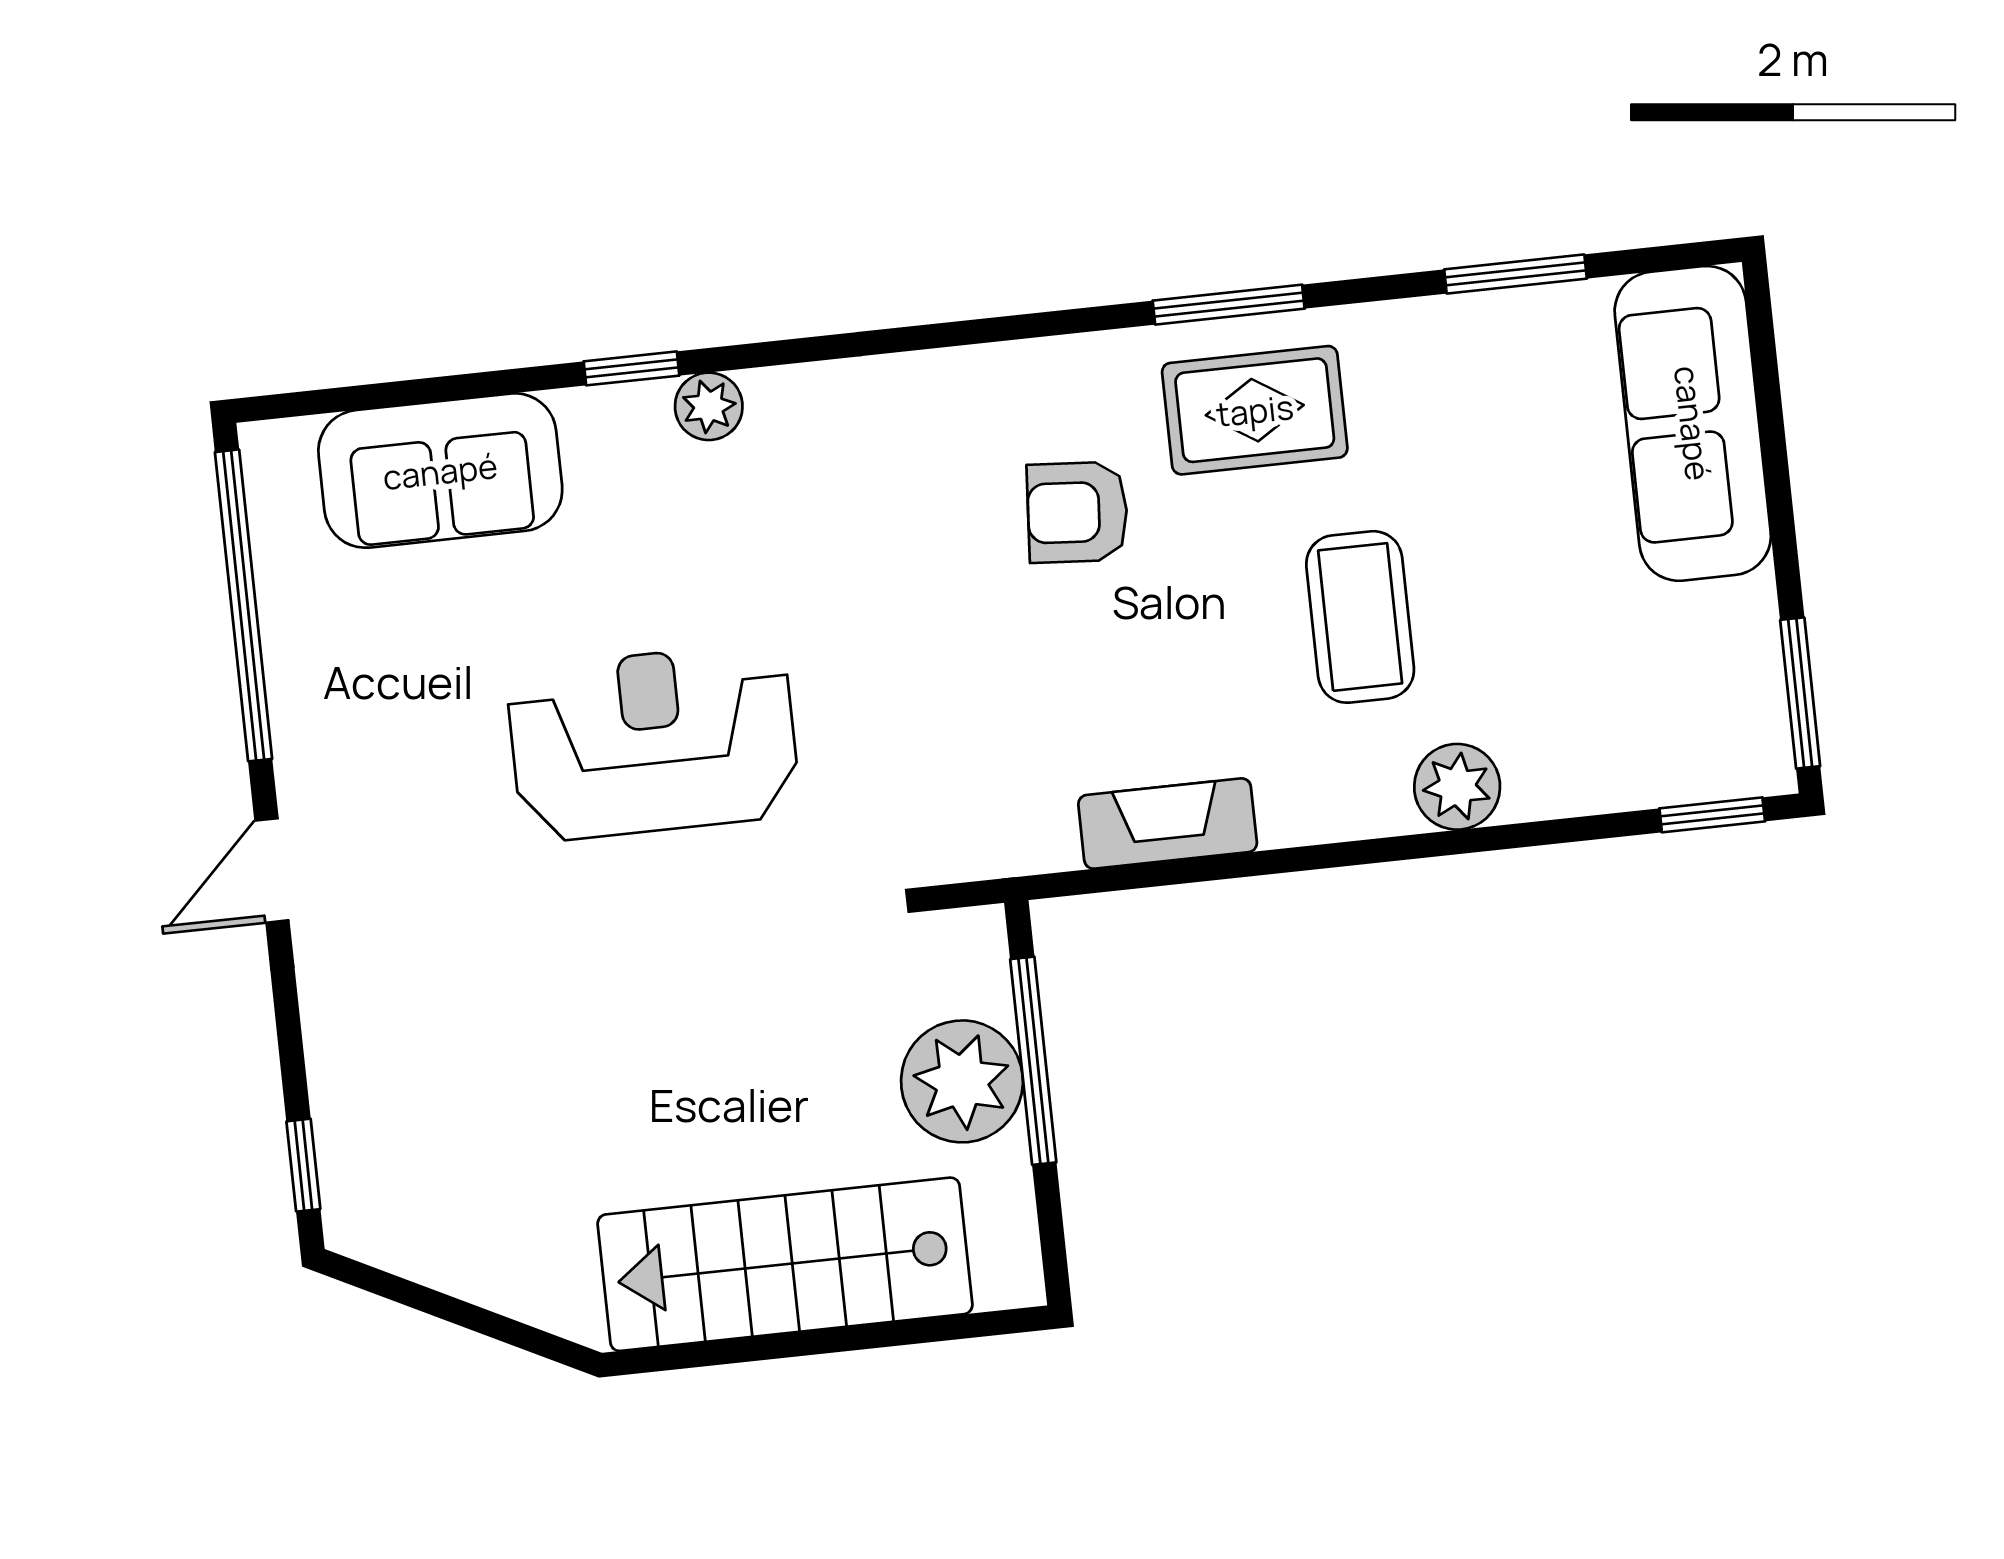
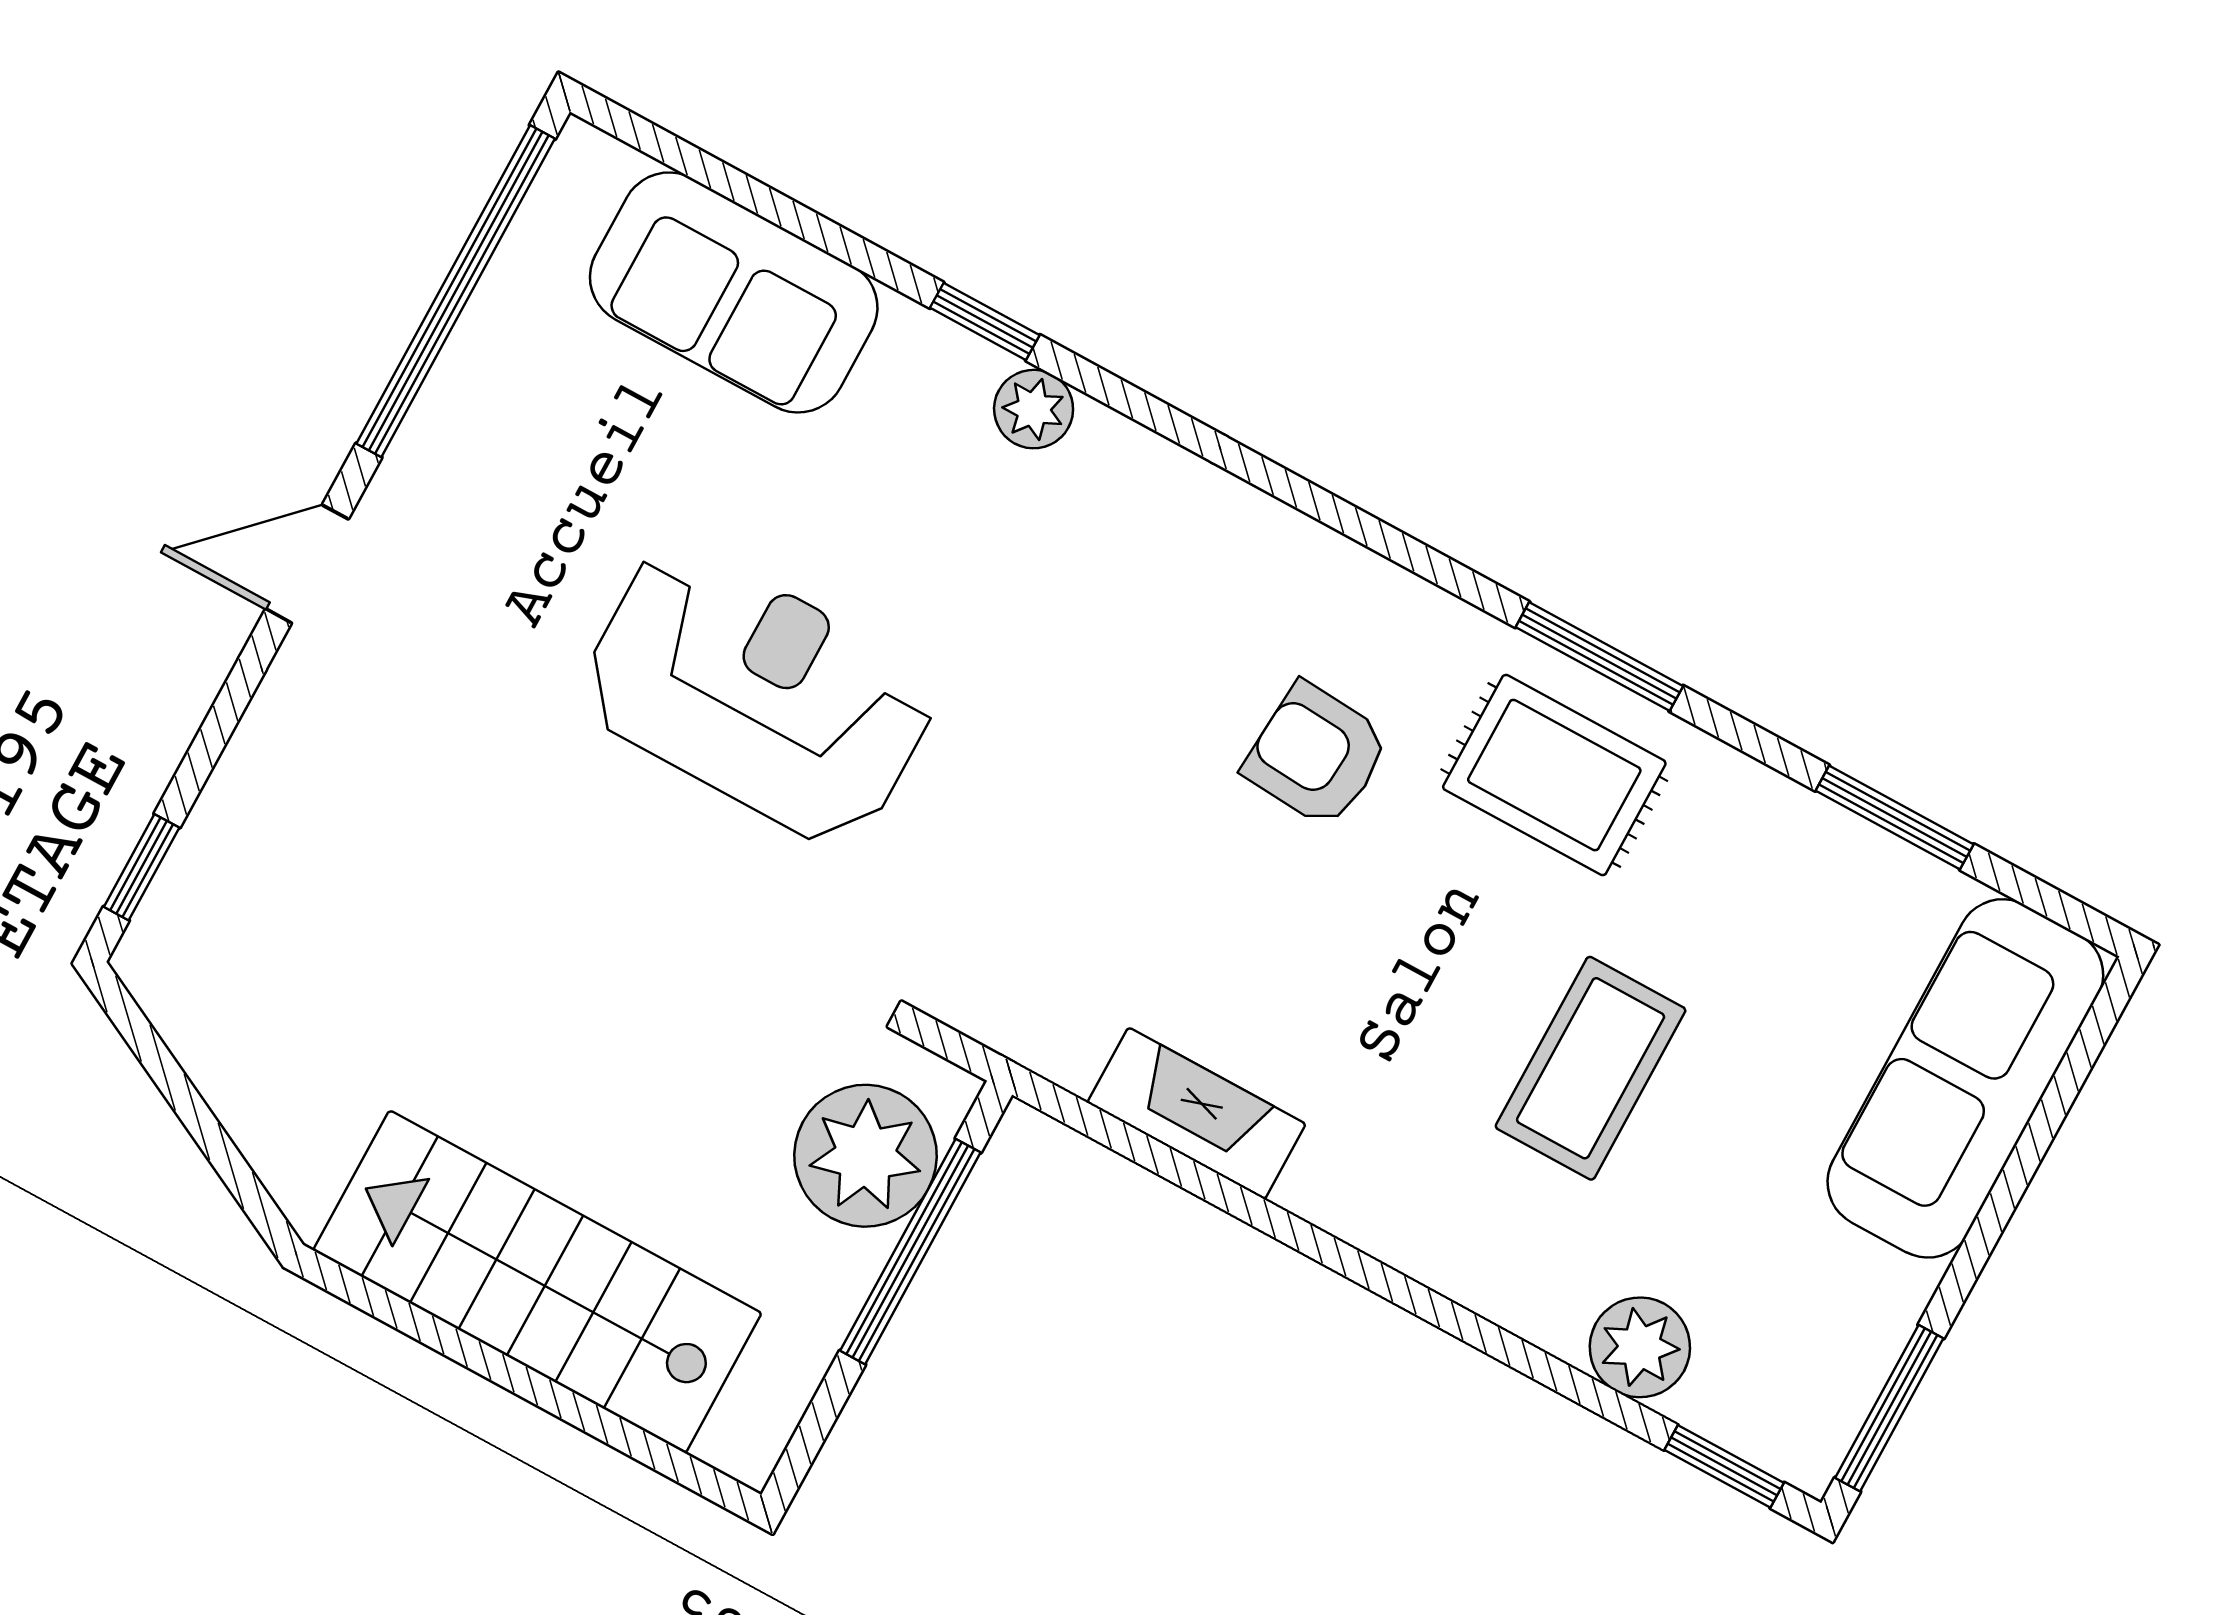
coffee table: (1360, 617) -> (1591, 1068), moved
plant: (1457, 787) -> (1640, 1347), moved
plant: (962, 1081) -> (865, 1156), moved

